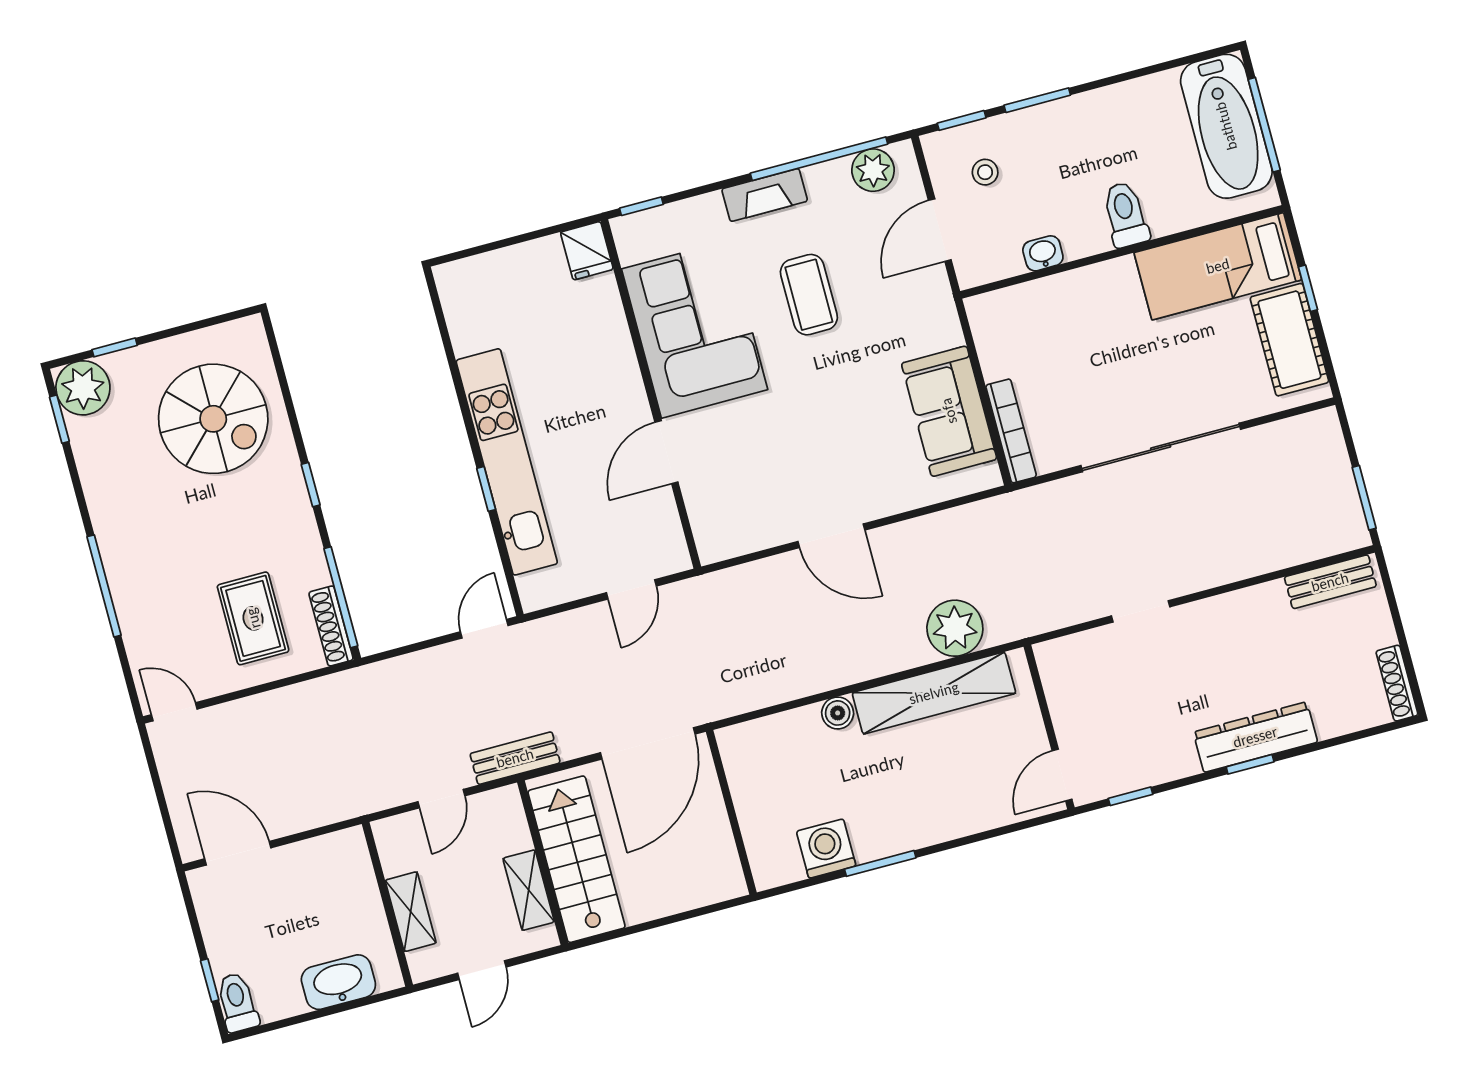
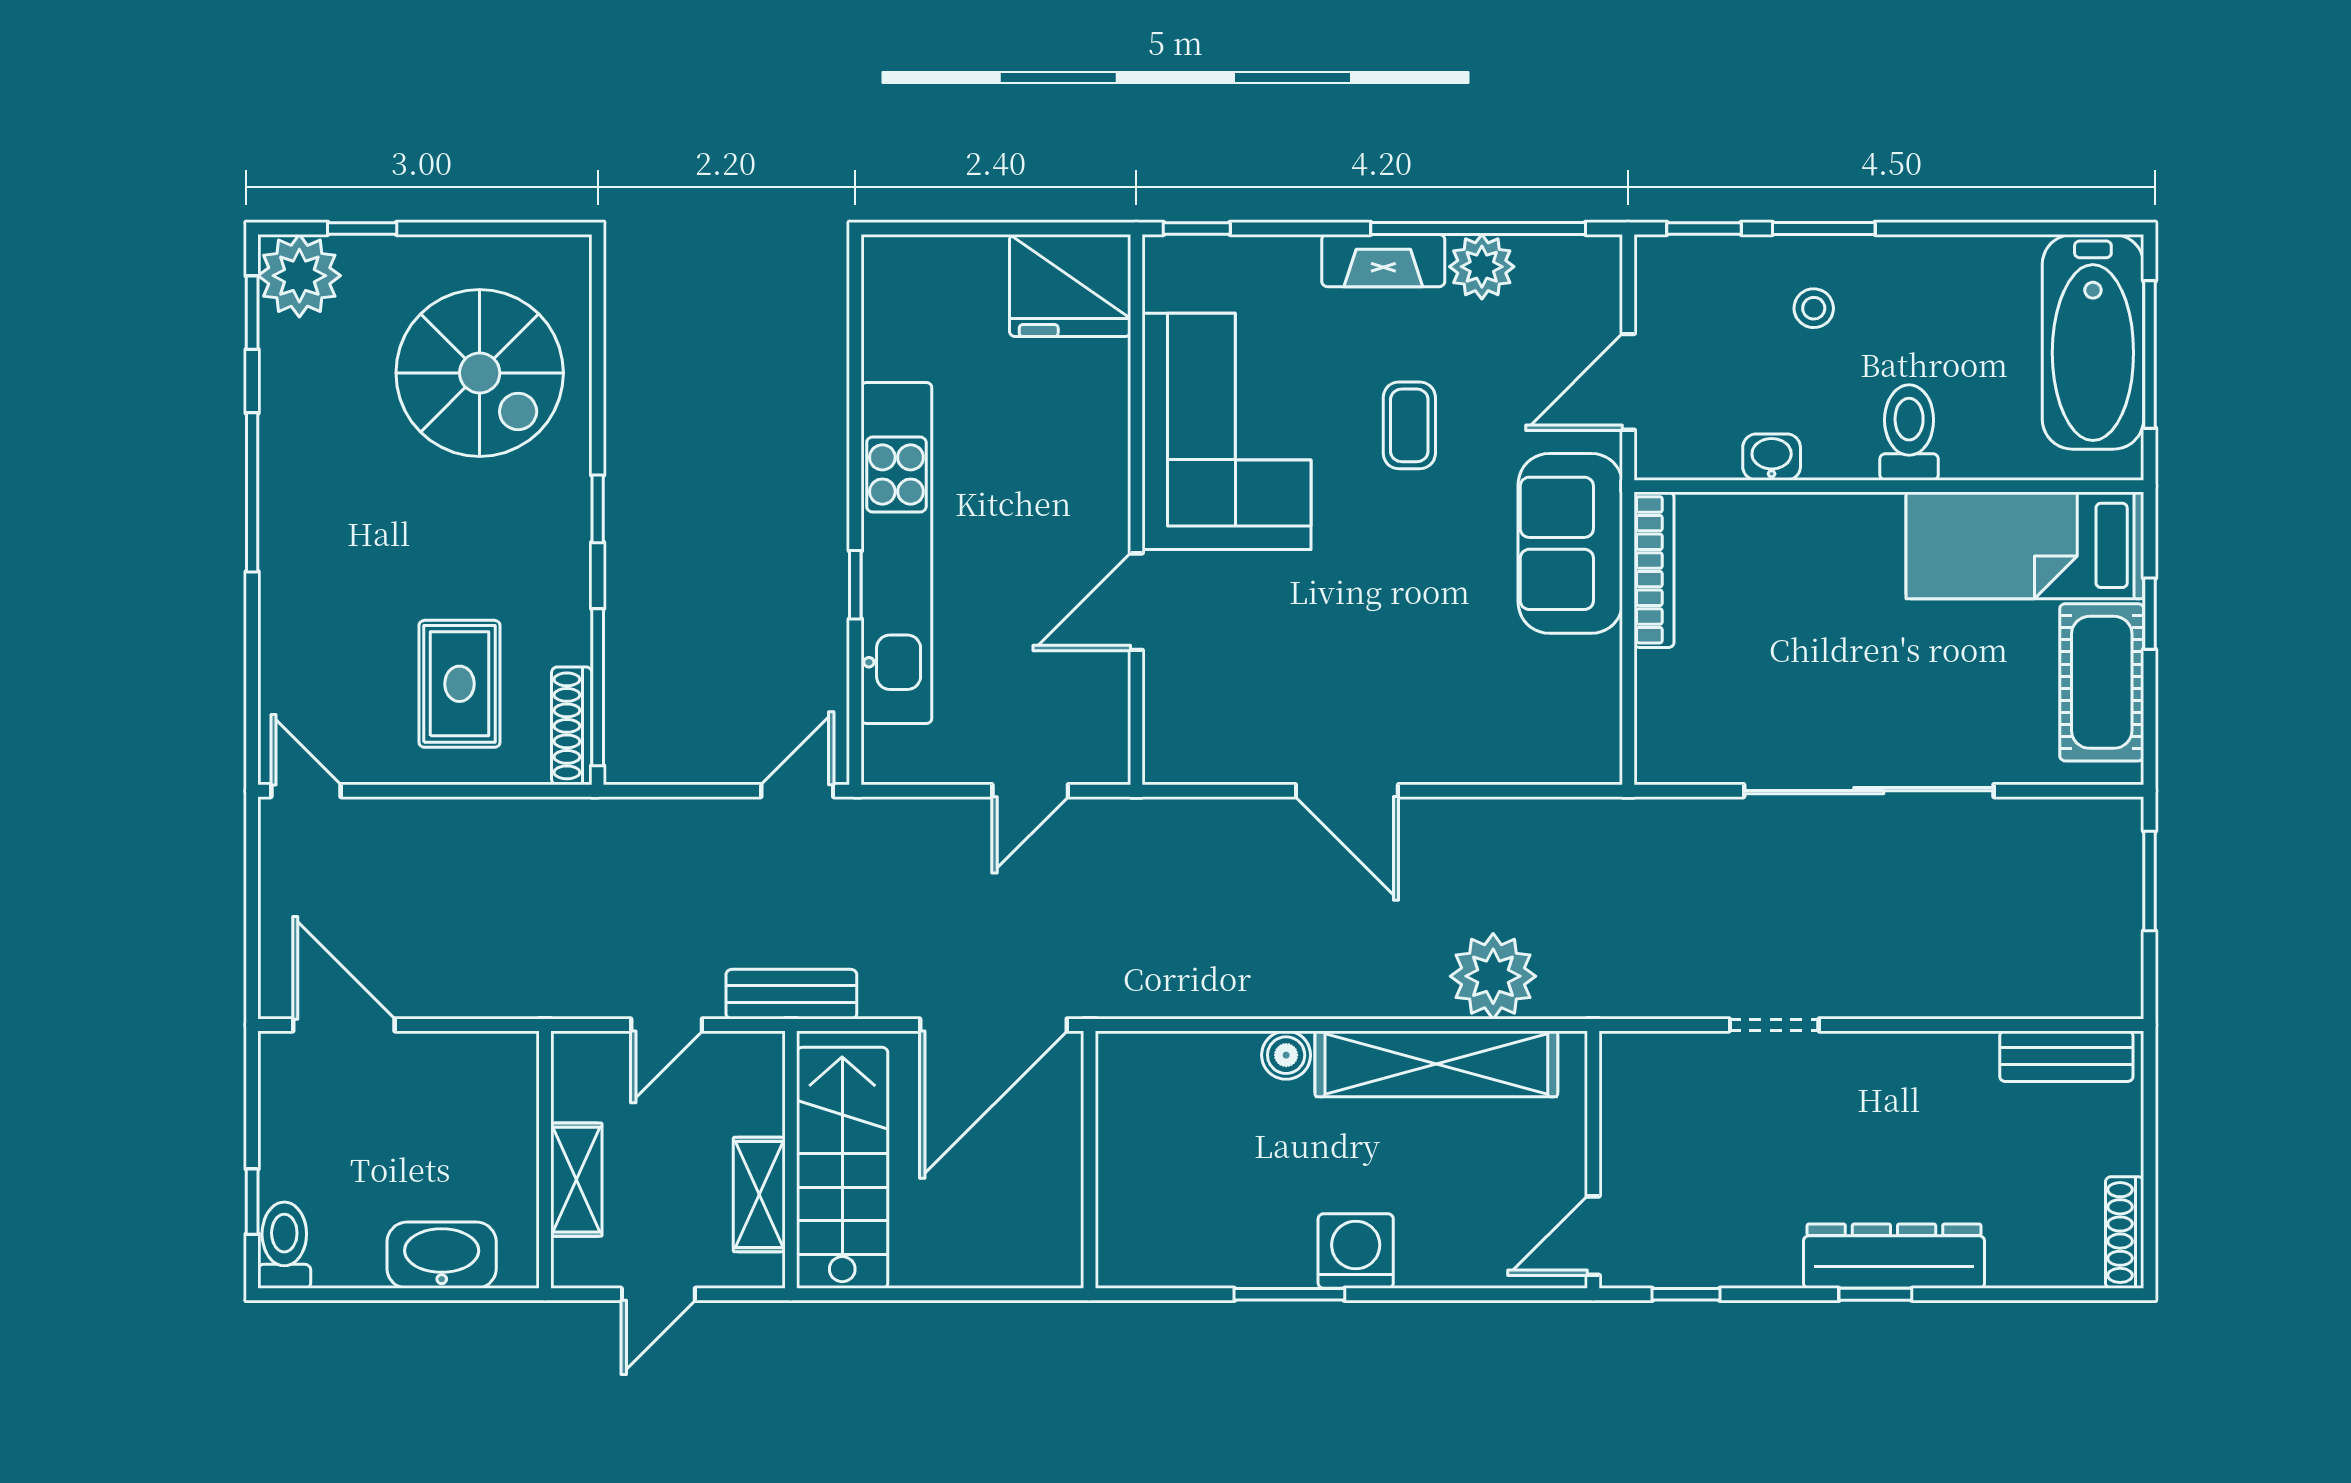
plant: (873, 170) -> (1482, 267), moved
stool: (985, 172) -> (1814, 308), moved
fridge: (587, 251) -> (1070, 286), width x1.88, depth x1.34
coffee table: (809, 295) -> (1409, 425), width x0.73, depth x0.77
sofa: (949, 411) -> (1570, 543), moved
bookcase: (1011, 431) -> (1654, 570), moved
window: (1364, 498) -> (2149, 881), moved
window: (104, 586) -> (252, 492), moved
washing machine: (826, 849) -> (1356, 1251), moved

